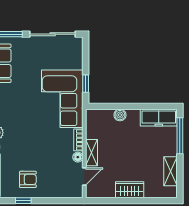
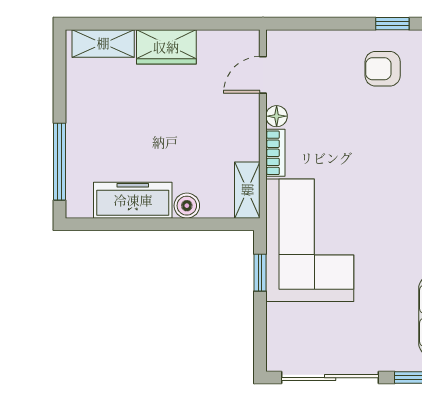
freezer: (159, 118) -> (133, 200), moved
shelving: (92, 153) -> (247, 190), moved
shelving: (171, 171) -> (103, 43), moved, turned 90

